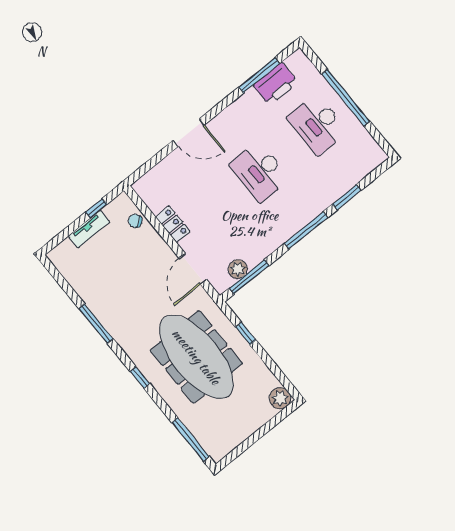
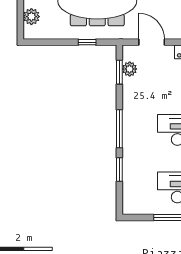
window: (249, 277) -> (119, 72), width x0.69
plant: (280, 398) -> (31, 17), moved

